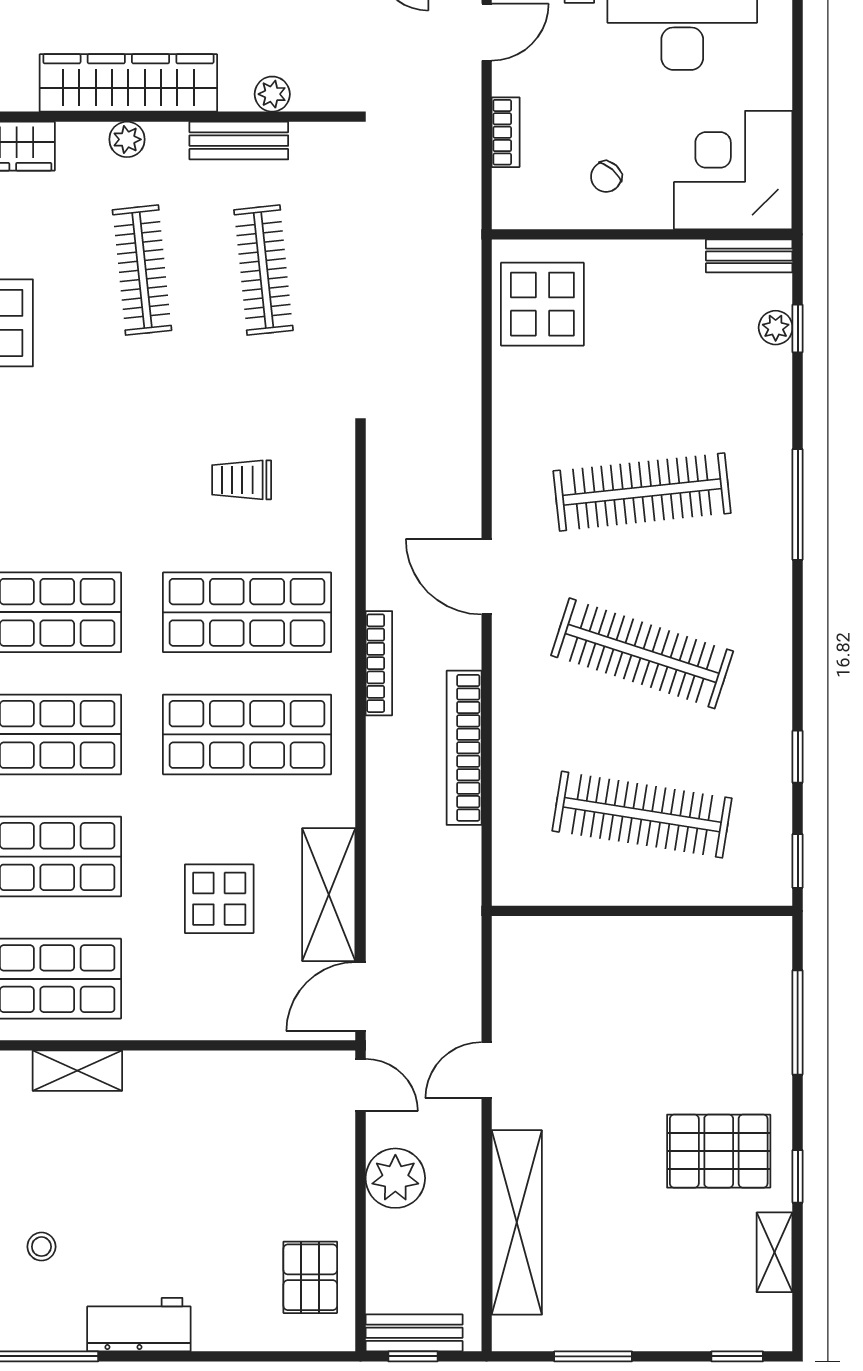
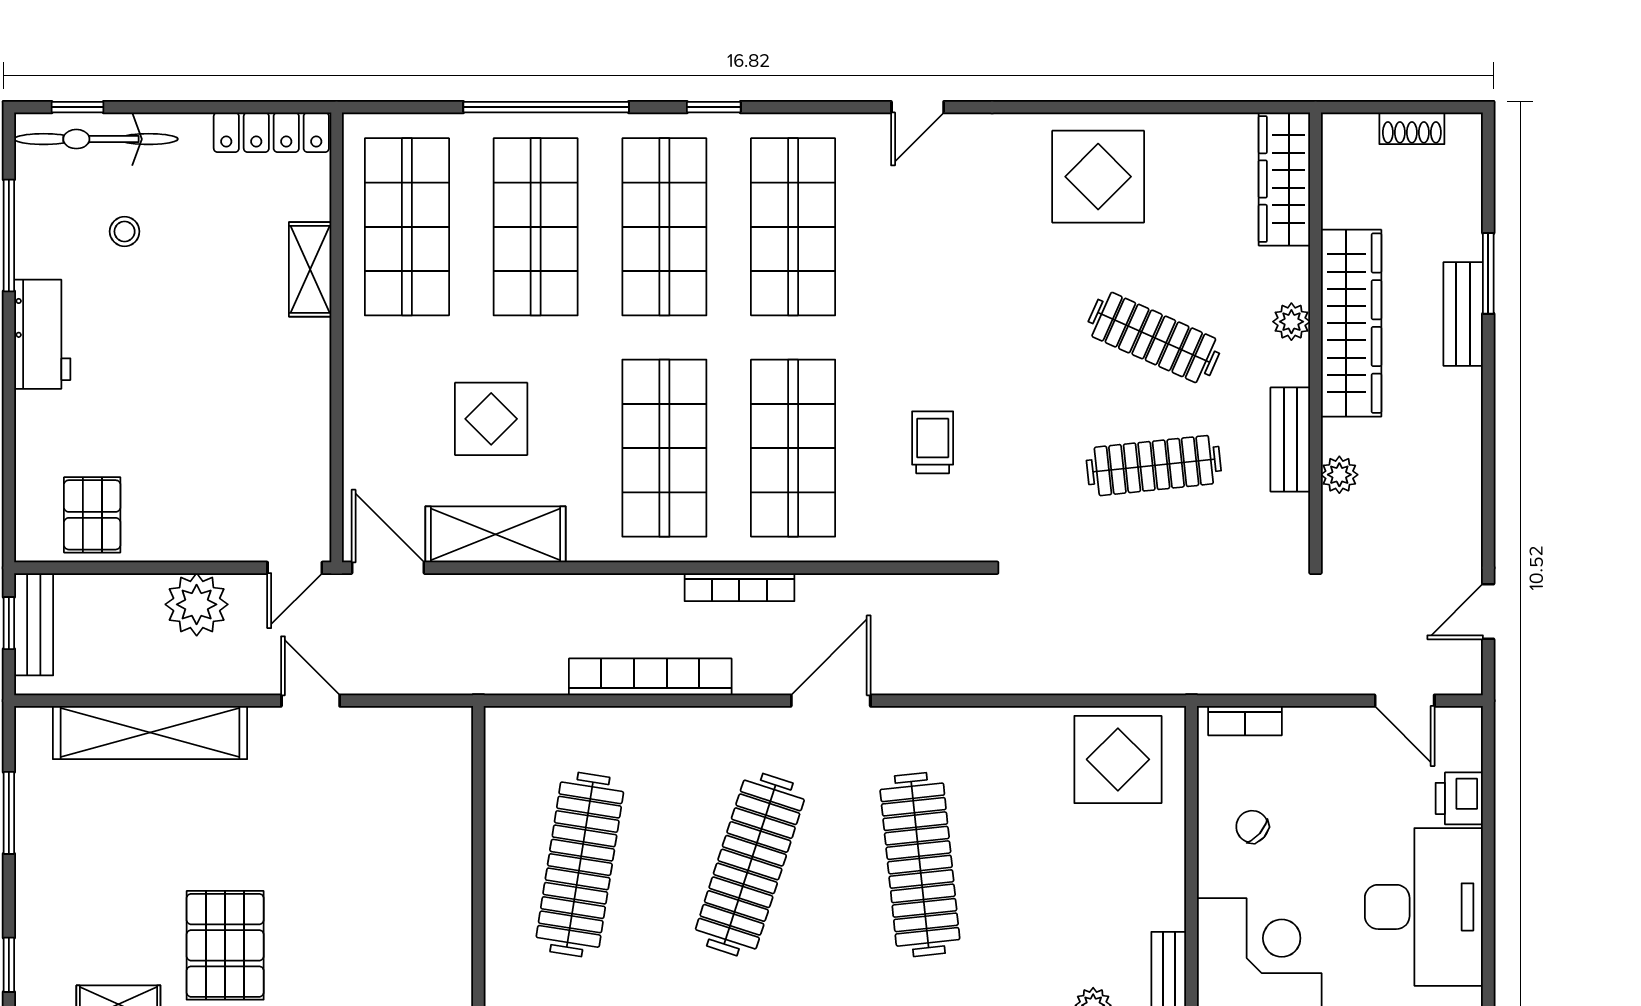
bookcase: (506, 132) -> (1245, 721), moved
clothes rail: (142, 270) -> (1154, 337), turned 30
pallet: (310, 1277) -> (92, 515), turned 90

